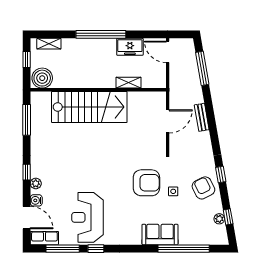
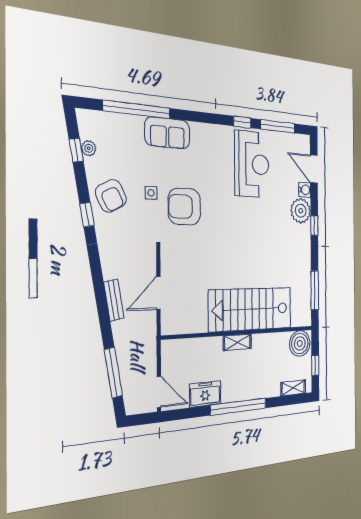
shelving: (128, 83) -> (237, 342), moved
plant: (36, 183) -> (301, 211), width x1.88, depth x1.88
row of seats: (44, 238) -> (296, 142), removed

